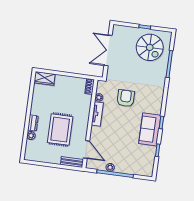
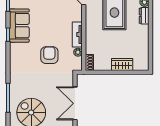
double door: (108, 50) -> (75, 103), swing flipped
wardrobe: (44, 78) -> (122, 64), moved
armchair: (126, 98) -> (49, 55), turned 180

